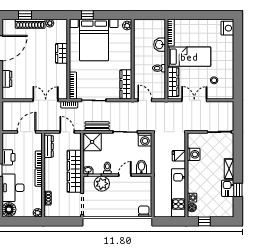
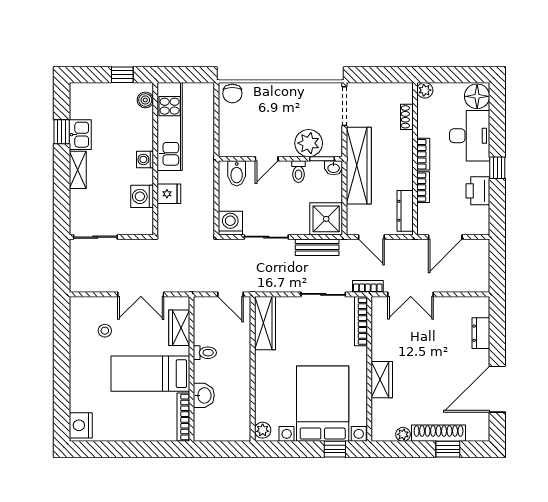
wardrobe: (173, 82) -> (179, 328), width x0.67
washing machine: (192, 198) -> (145, 159), moved

